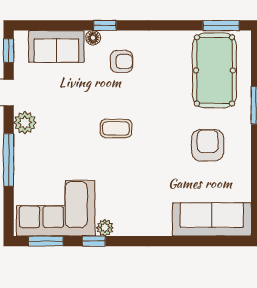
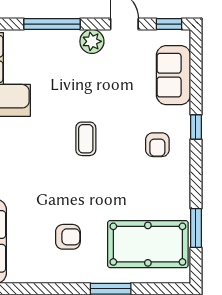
window: (221, 25) -> (196, 228), moved
floor lamp: (93, 38) -> (183, 114), removed
armchair: (208, 145) -> (68, 237), width x0.72, depth x0.72

